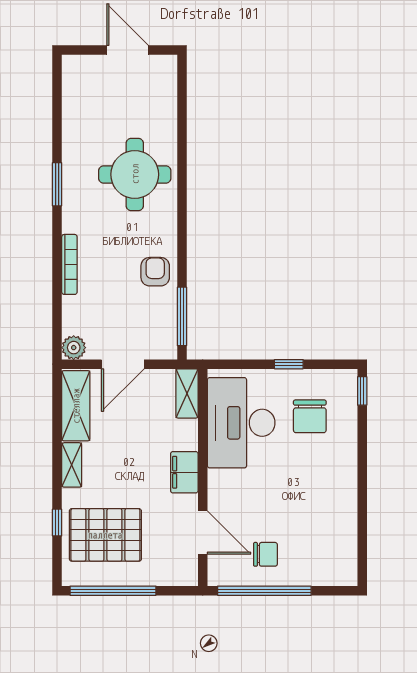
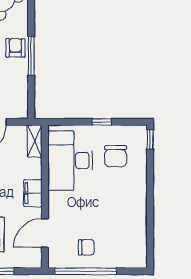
armchair: (155, 272) -> (15, 48), moved
window: (182, 316) -> (31, 56), moved
door: (203, 533) -> (45, 233), swing flipped

